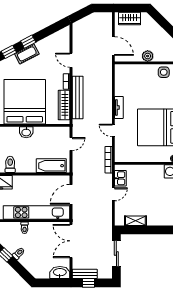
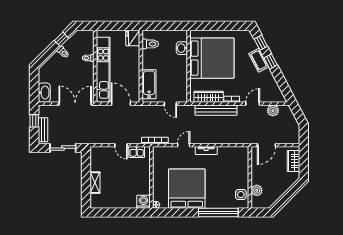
plant: (78, 39) -> (273, 110), added
plant: (148, 56) -> (257, 190), moved
washbasin: (26, 132) -> (182, 48), moved
shelving: (135, 221) -> (95, 183), moved
bench: (85, 274) -> (43, 130), moved

